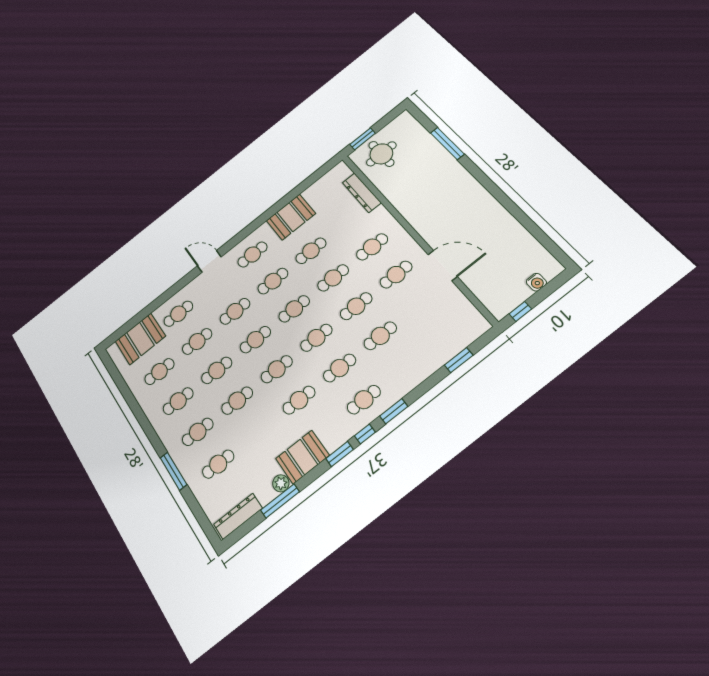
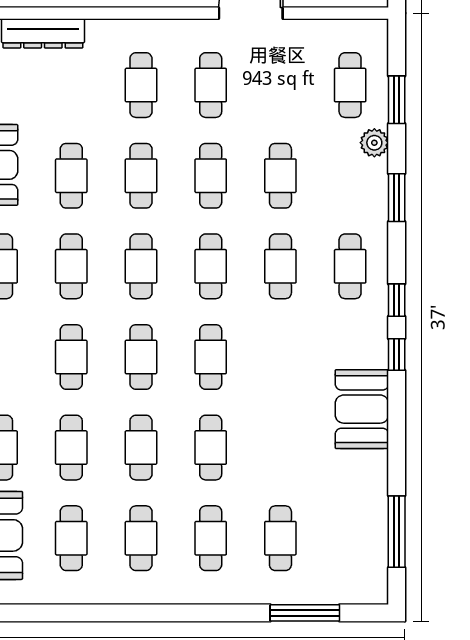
cafe table: (299, 400) -> (350, 85), moved
window: (394, 411) -> (397, 198), moved
window: (340, 454) -> (397, 355), width x0.67
window: (173, 471) -> (305, 613), moved
plant: (281, 483) -> (374, 143), moved
window: (280, 501) -> (397, 532), moved
dresser: (238, 516) -> (373, 558), removed

